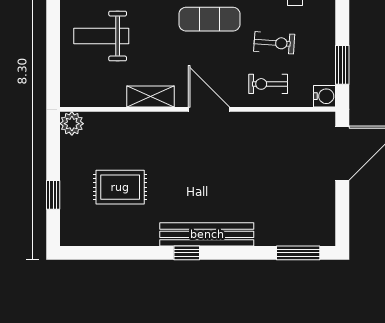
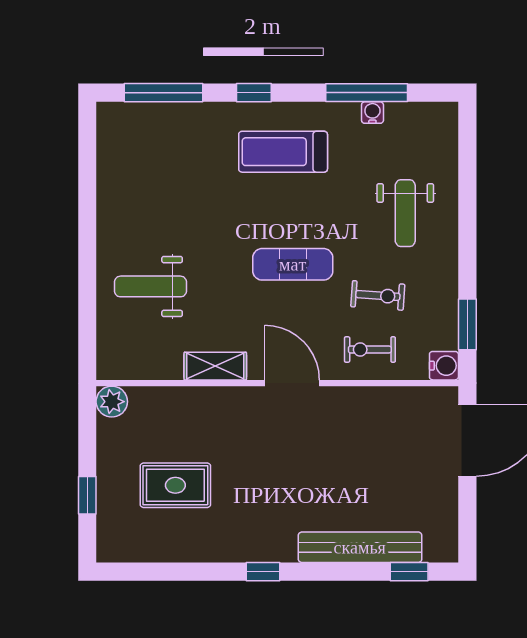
bench: (207, 234) -> (360, 547), moved
window: (298, 253) -> (409, 572), width x0.67

